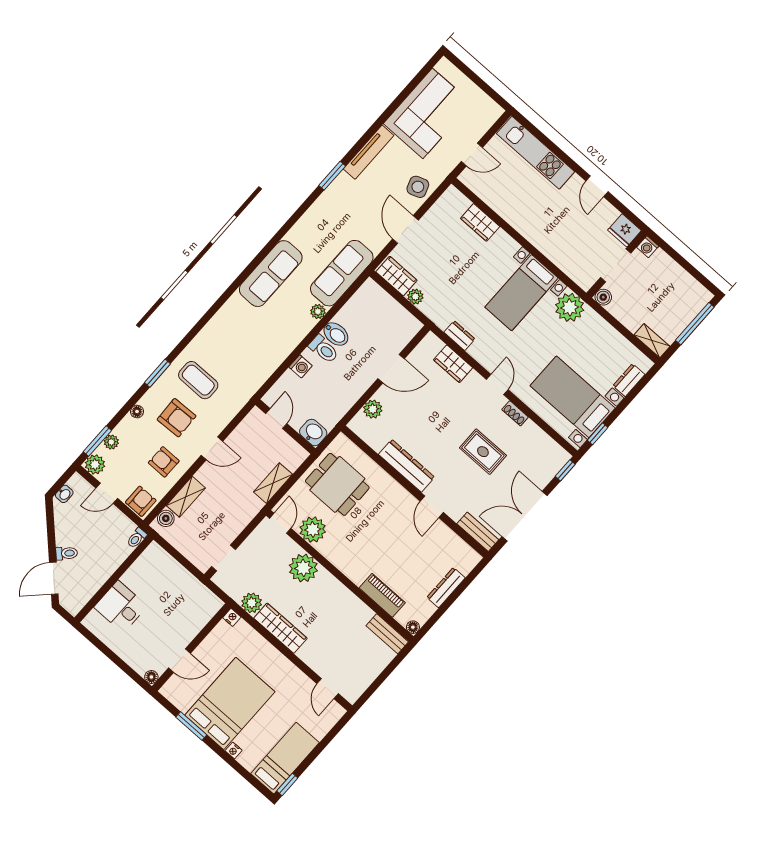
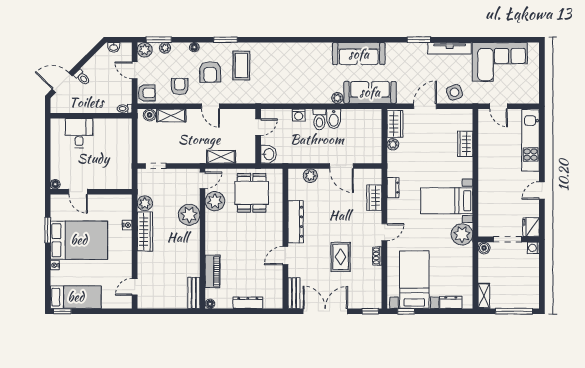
sofa: (271, 274) -> (359, 54), moved
nightstand: (232, 617) -> (127, 225), moved

